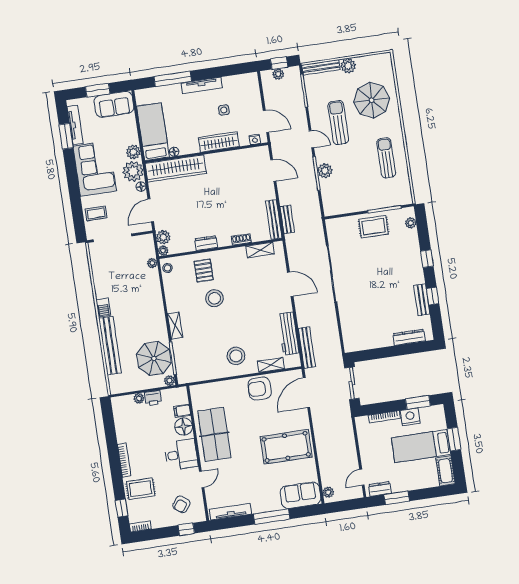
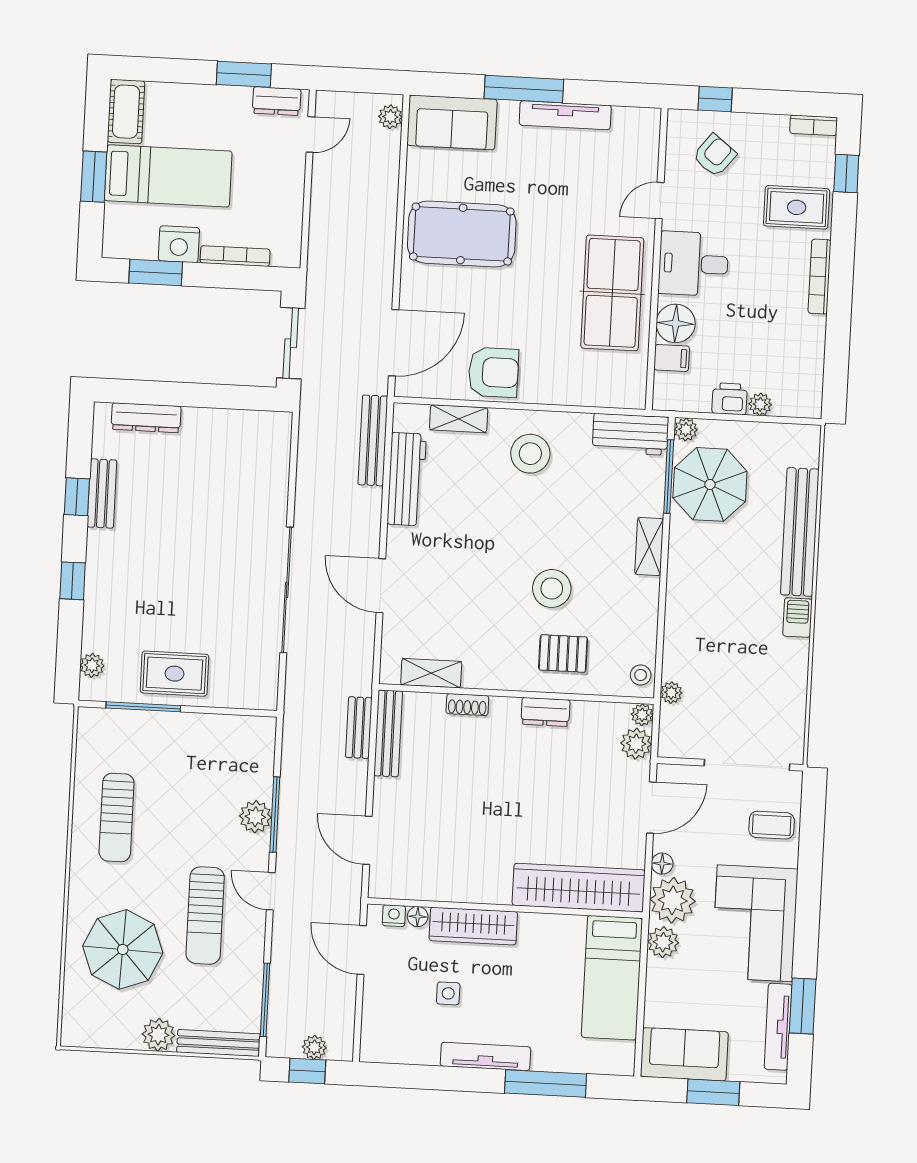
floor lamp: (174, 152) -> (418, 917), moved
pallet: (204, 271) -> (563, 653), turned 90
workbench: (194, 373) -> (630, 434), added
tv unit: (230, 512) -> (565, 115), moved

